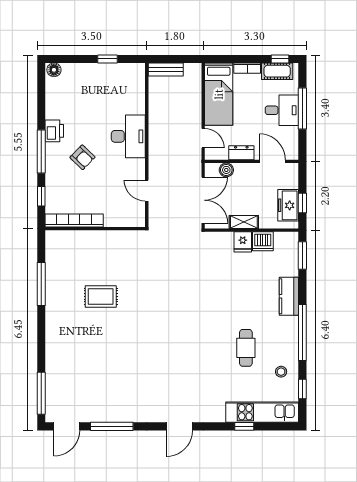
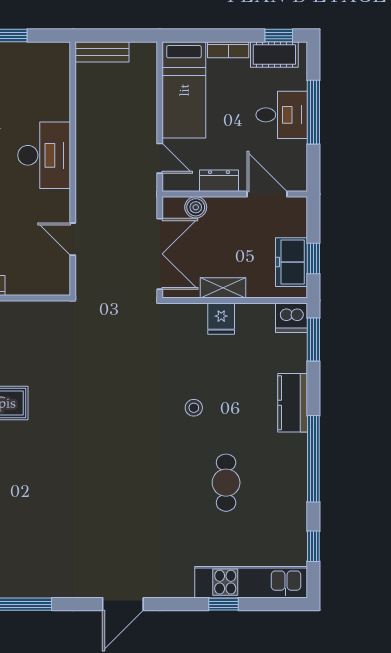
dishwasher: (263, 241) -> (291, 318), moved
stool: (281, 372) -> (194, 408), moved

